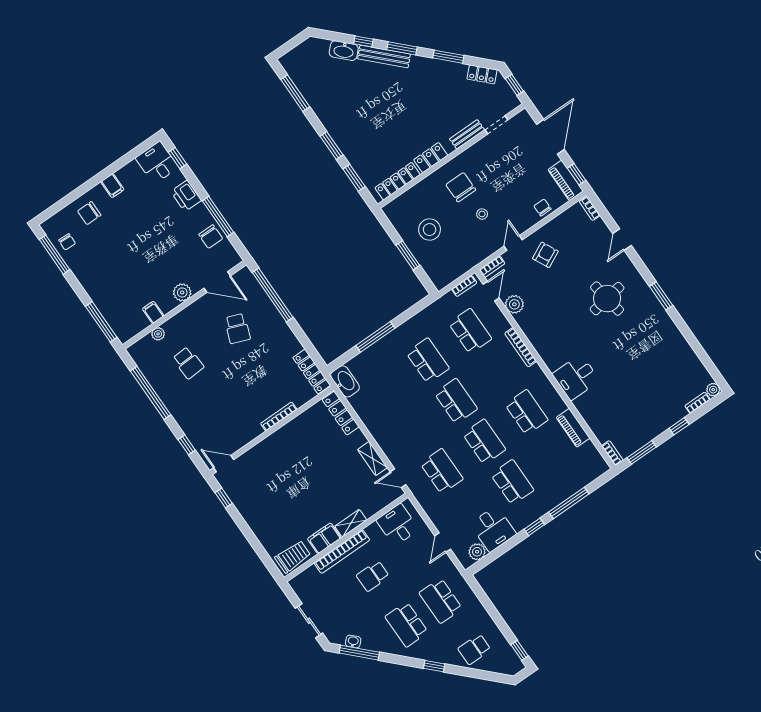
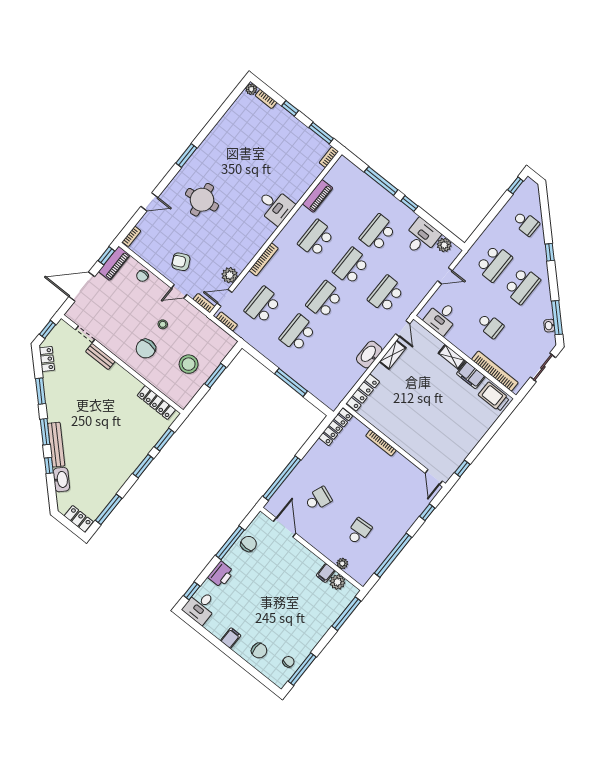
locker: (431, 158) -> (79, 519), moved, turned 180
plant: (182, 292) -> (337, 582), moved
washbasin: (345, 381) -> (369, 354), moved
bookcase: (342, 551) -> (495, 371), moved

